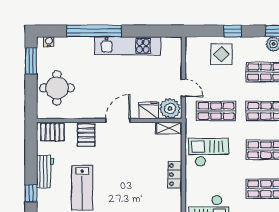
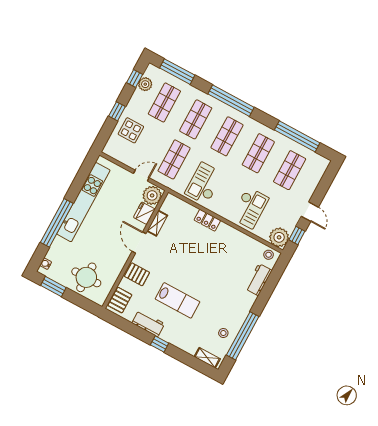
kitchen unit: (128, 46) -> (83, 202), width x1.36
shelving: (169, 128) -> (157, 223), moved

